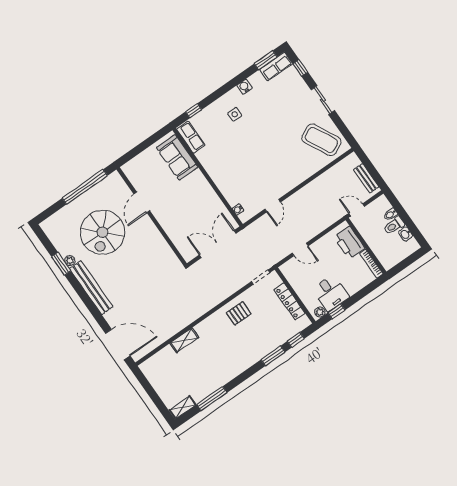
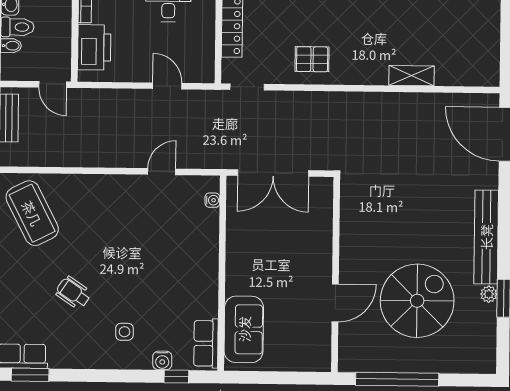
water cooler: (244, 87) -> (162, 360), moved
wheelchair: (273, 115) -> (73, 293), added

